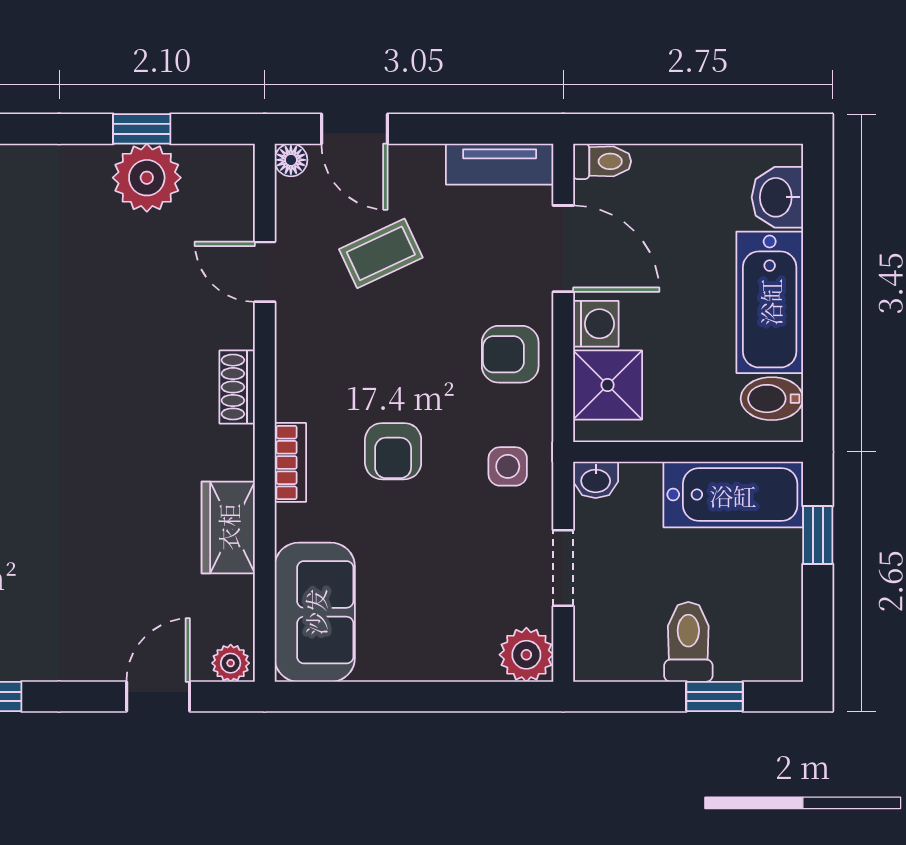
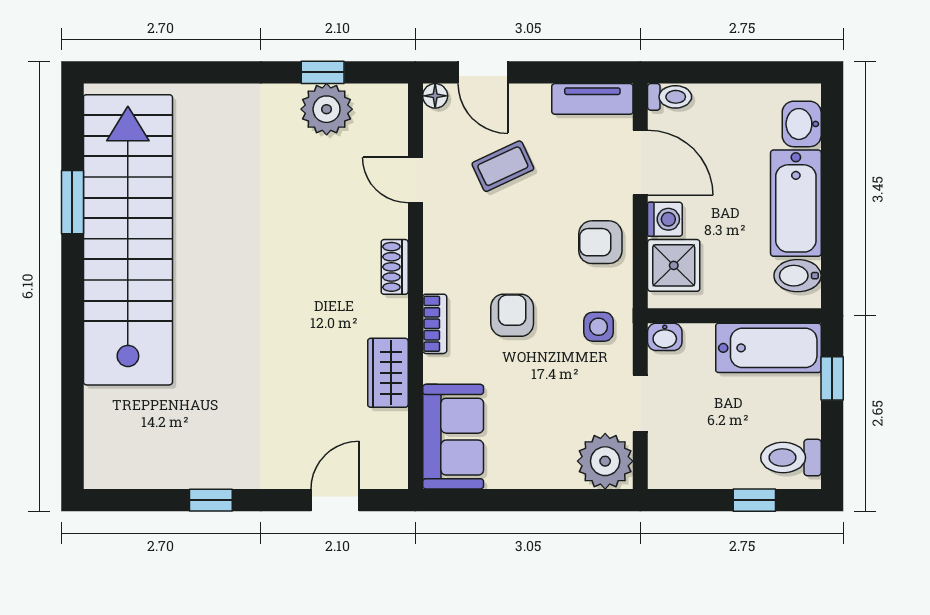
armchair: (393, 451) -> (512, 315), turned 180
toilet: (688, 642) -> (791, 458), moved, turned -90
plant: (526, 655) -> (605, 461), width x1.36, depth x1.36
plant: (231, 663) -> (390, 475), removed

